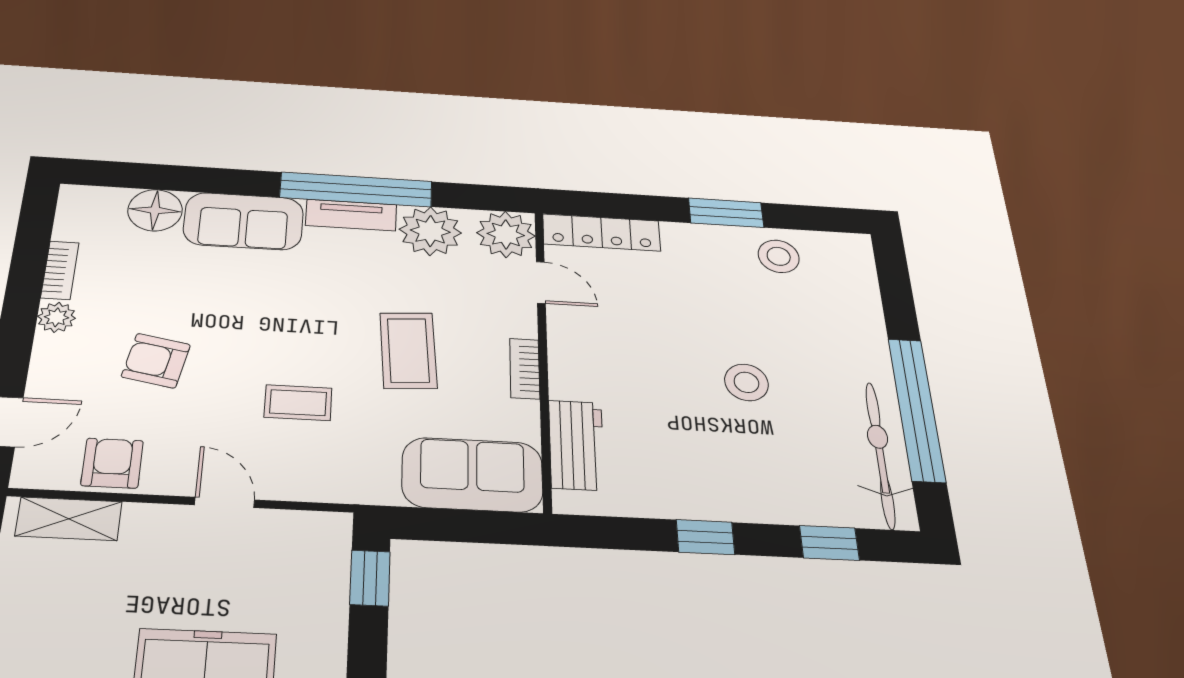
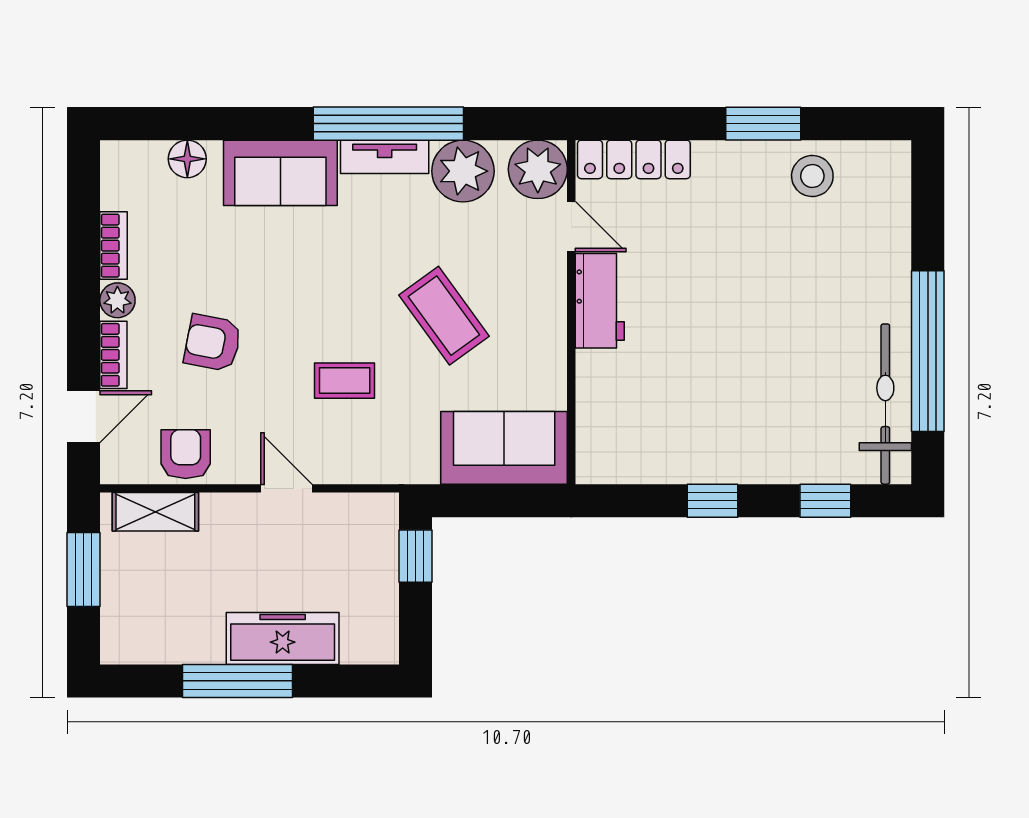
floor lamp: (155, 210) -> (187, 159), width x0.73, depth x0.73
coffee table: (408, 350) -> (444, 316), turned -32
bookcase: (525, 369) -> (113, 355), moved, turned 180
stool: (746, 382) -> (765, 331), removed
workbench: (577, 445) -> (600, 301), moved

